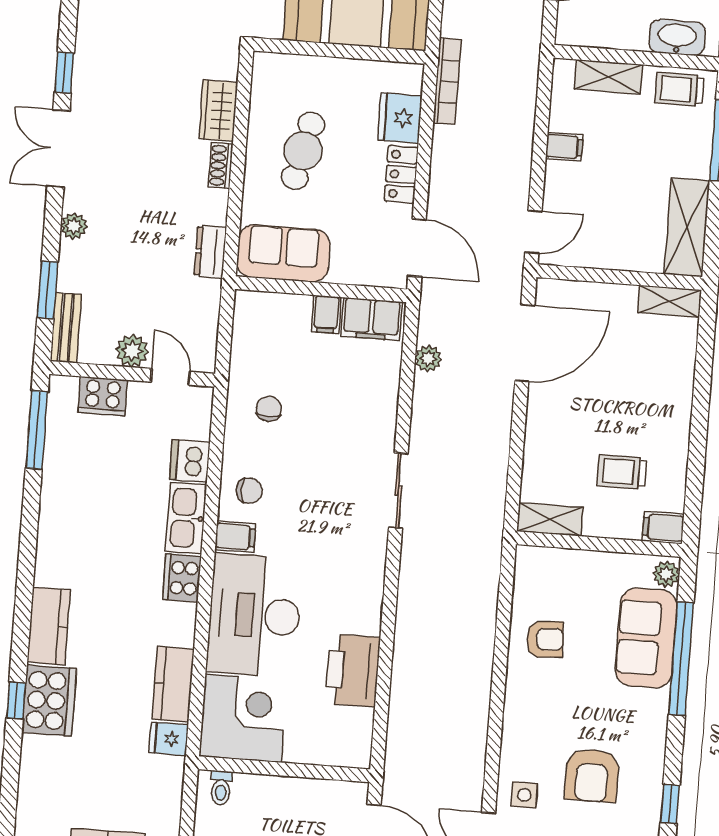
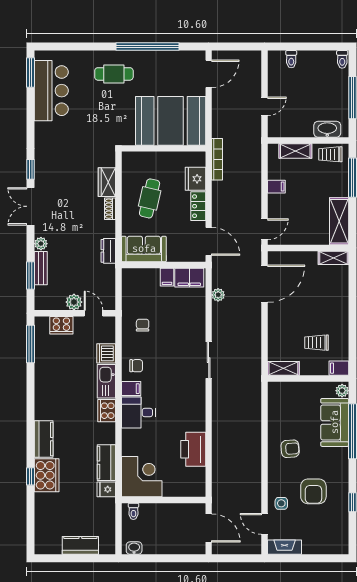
bench: (66, 328) -> (41, 268), moved
desk: (254, 615) -> (138, 413), width x0.53, depth x0.77
armchair: (545, 639) -> (290, 449), moved

